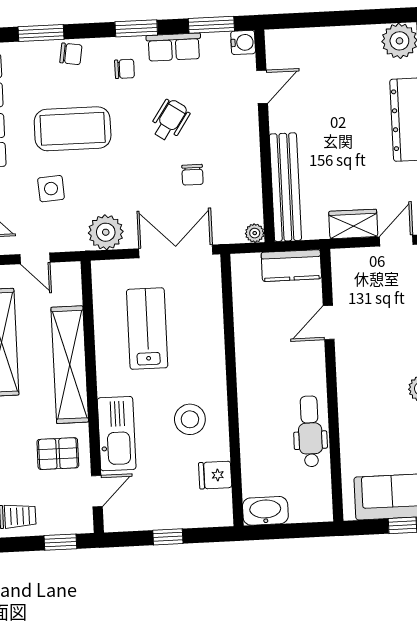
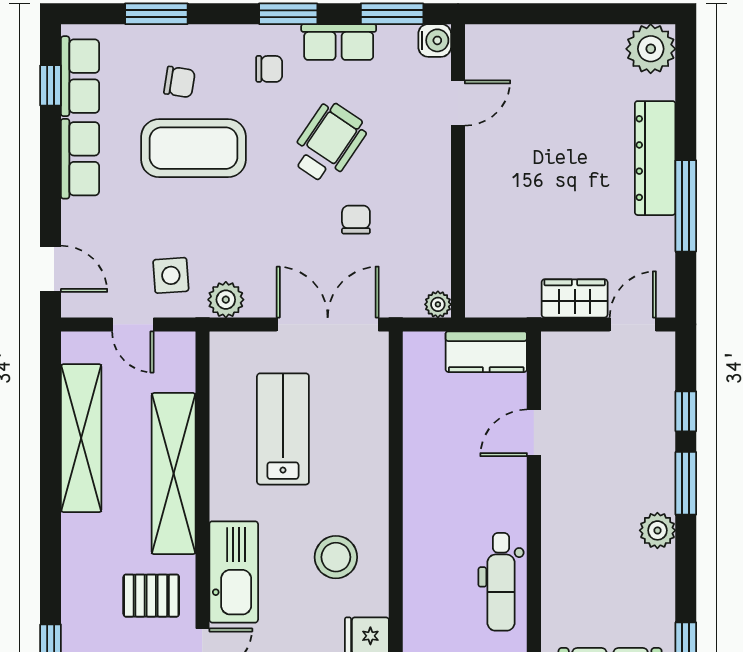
chair: (71, 54) -> (180, 82), moved
wheelchair: (170, 120) -> (328, 143), width x1.36, depth x1.37
chair: (192, 175) -> (356, 220), turned 180
bench: (285, 187) -> (483, 243), removed
side table: (51, 189) -> (171, 275), moved
plant: (106, 232) -> (226, 300), width x0.73, depth x0.73
dental chair: (310, 431) -> (501, 582), turned 180

